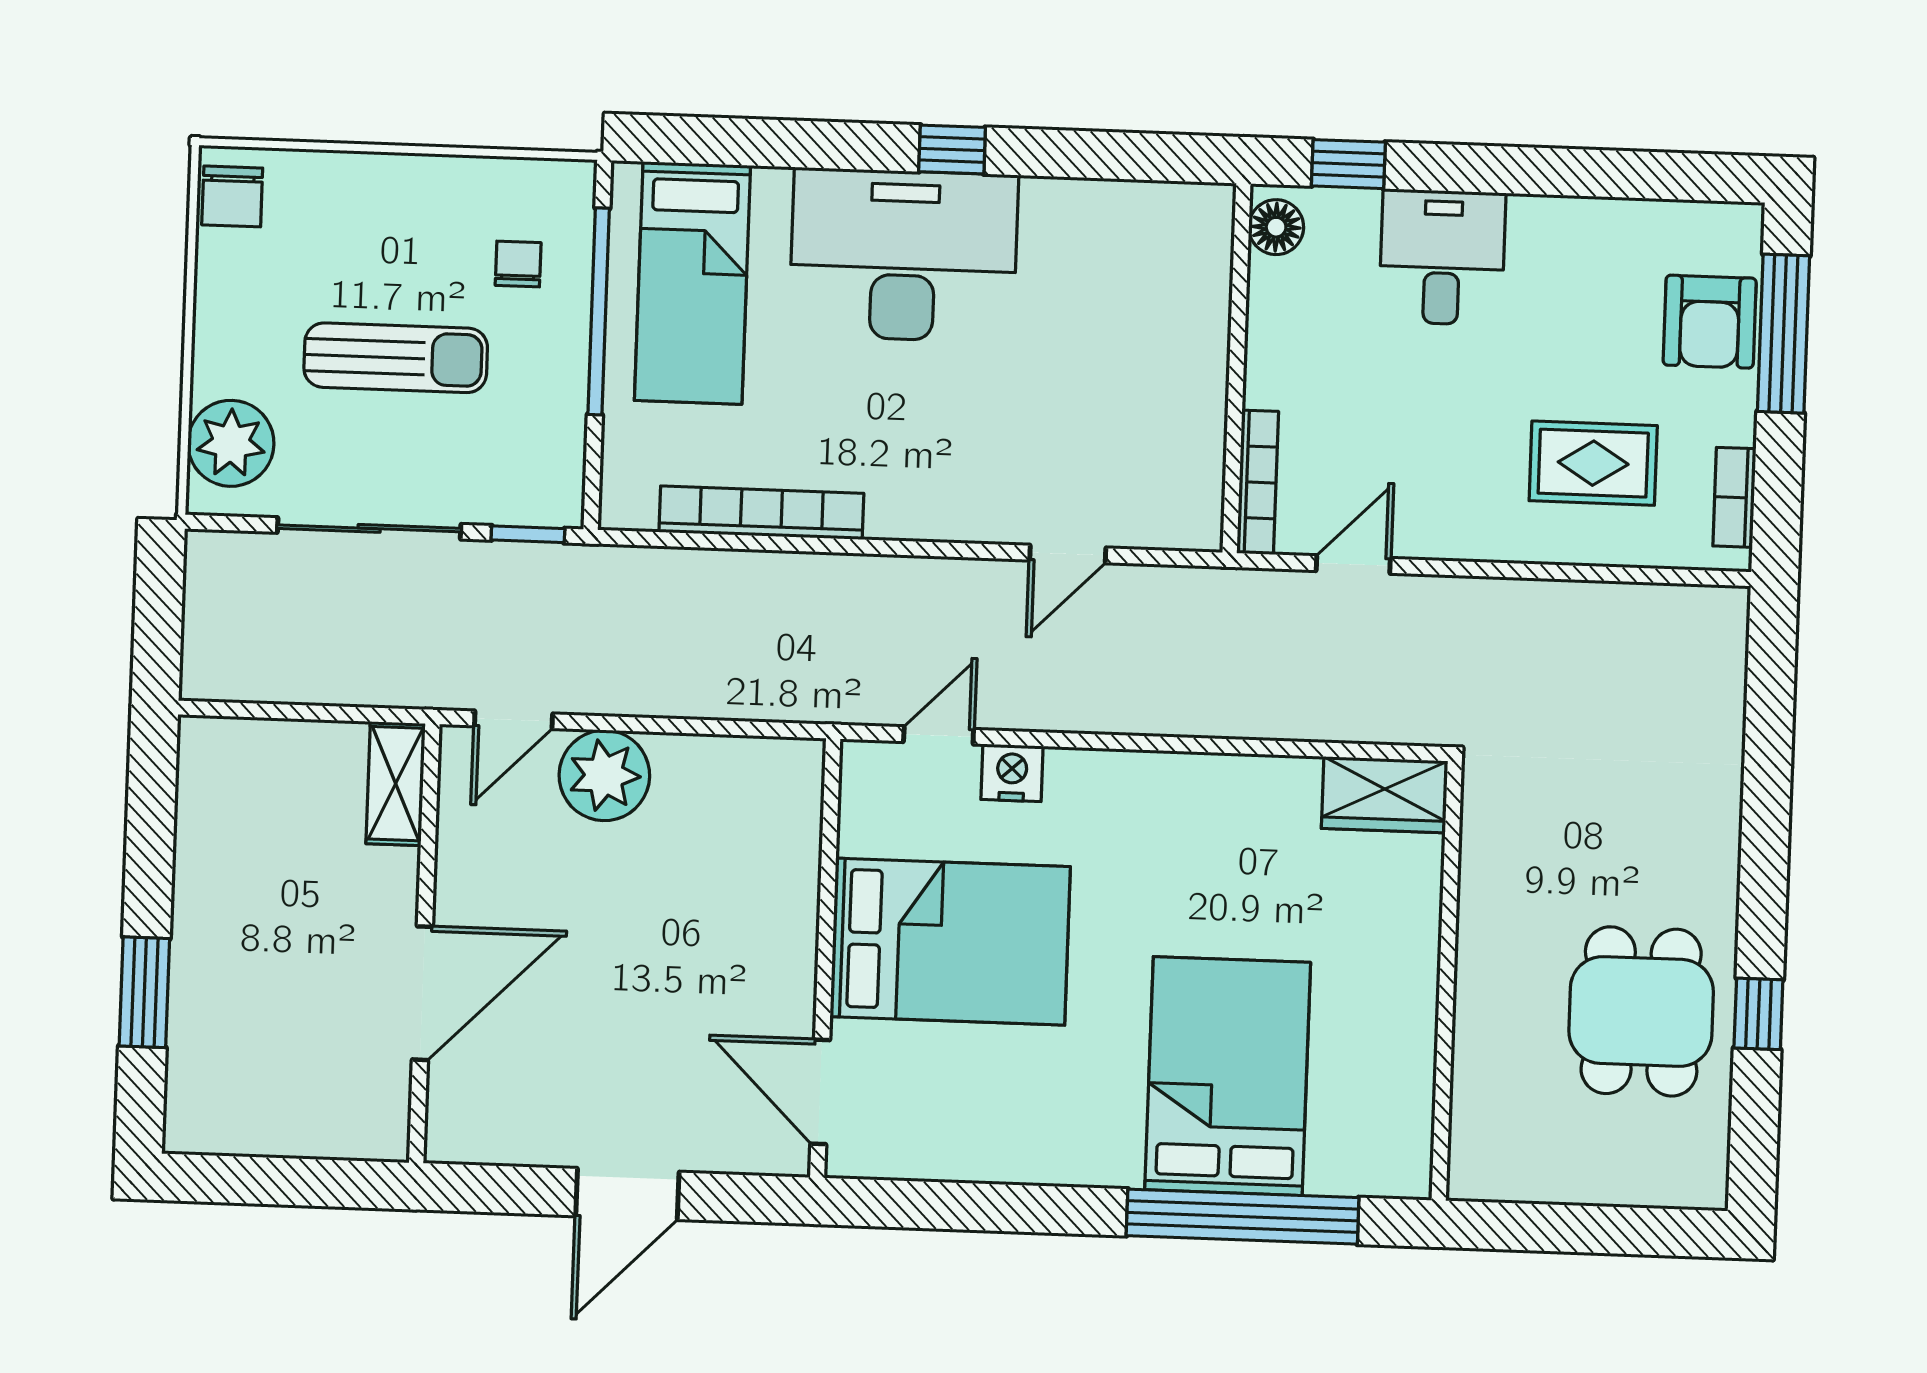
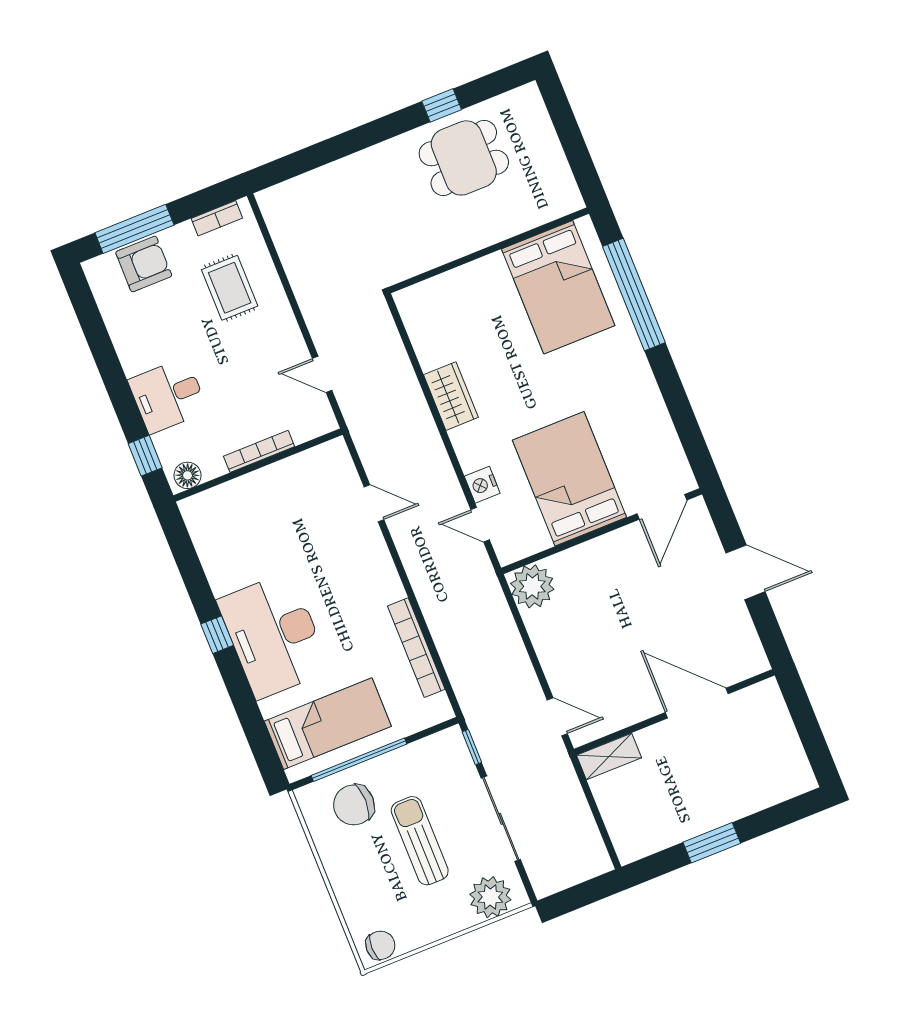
chair: (518, 264) -> (354, 805), width x1.87, depth x1.87
bookcase: (1258, 482) -> (259, 451), moved
plant: (604, 775) -> (532, 586), moved
wardrobe: (1385, 795) -> (451, 396), moved
window: (144, 992) -> (712, 843), moved
bed: (1228, 1076) -> (558, 287), moved, turned -90

